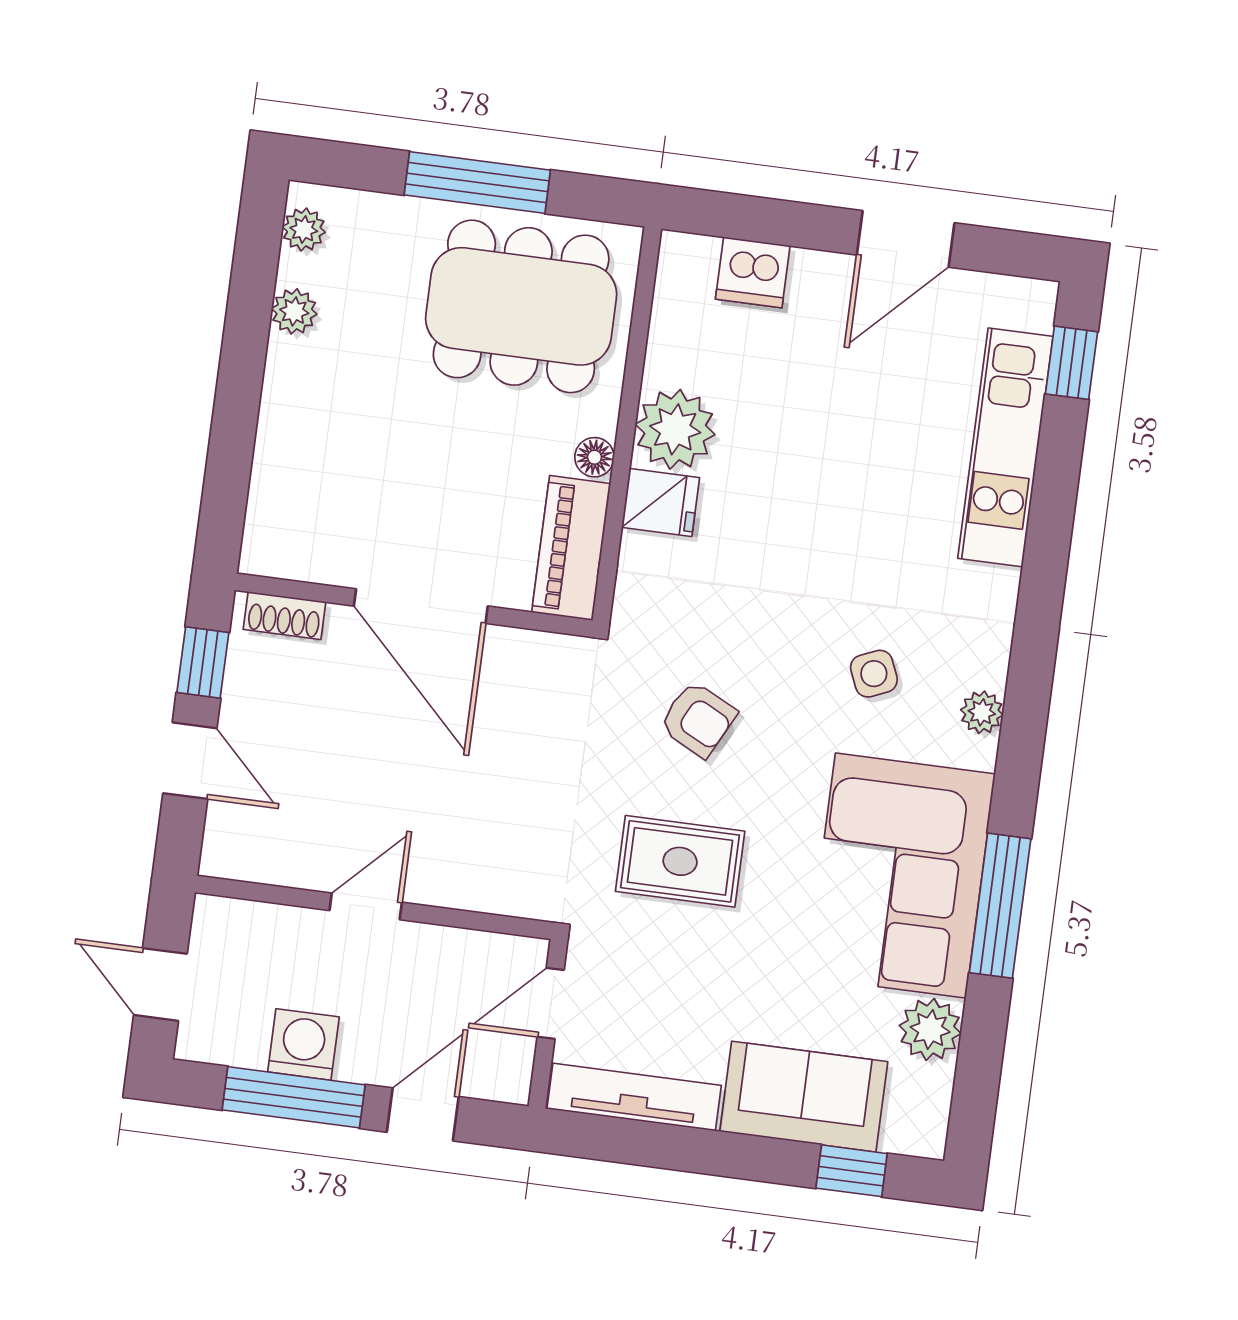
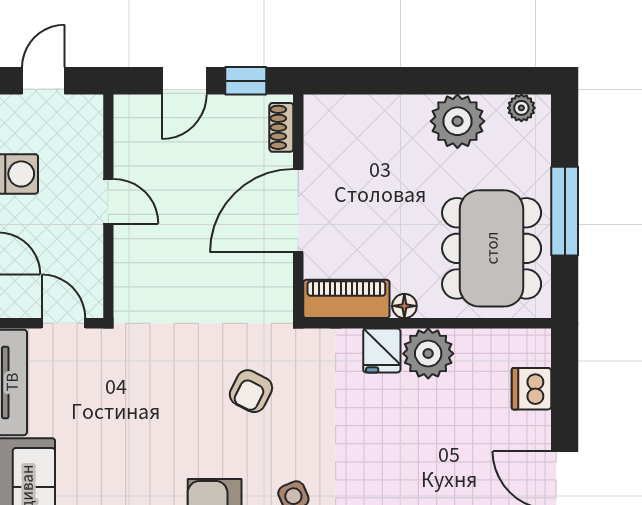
plant: (294, 311) -> (457, 121), width x1.88, depth x1.88
rug: (680, 861) -> (162, 392), removed

